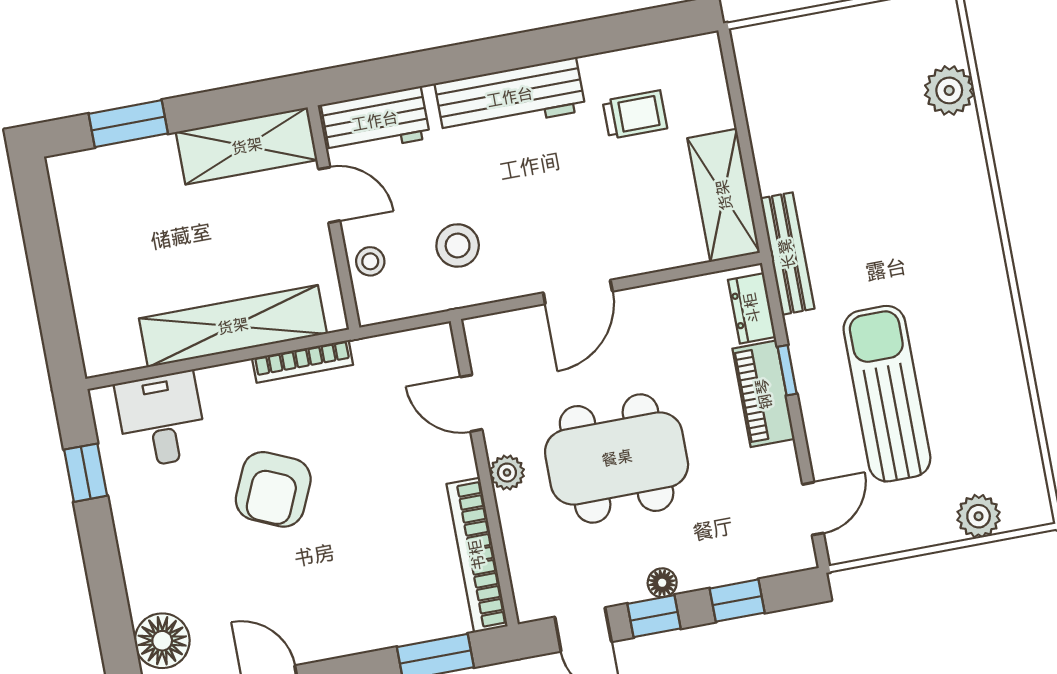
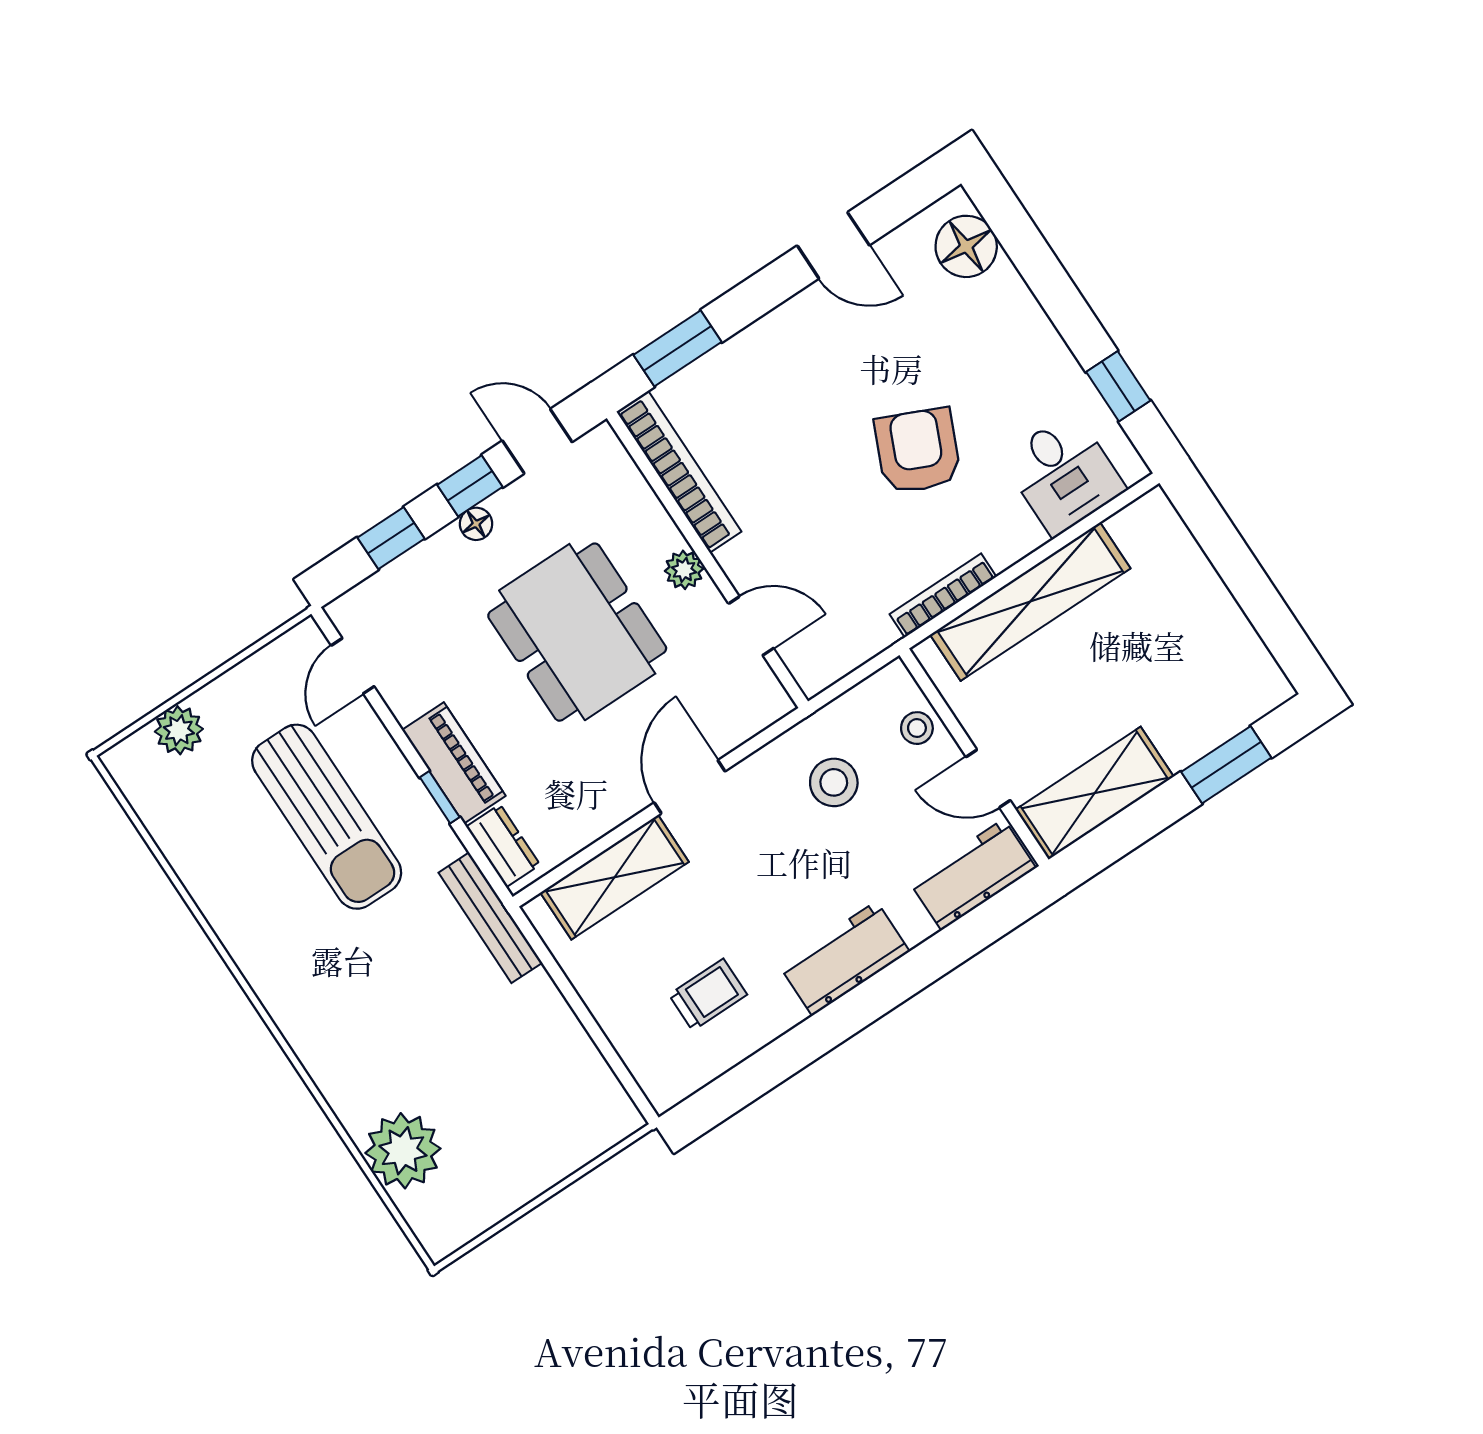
plant: (949, 90) -> (403, 1151), width x1.36, depth x1.36
workbench: (510, 97) -> (844, 959), width x0.73
trolley: (635, 115) -> (708, 995), turned 180
shelving: (724, 195) -> (615, 877), moved, turned 90
dining table: (617, 458) -> (577, 632), turned 90

